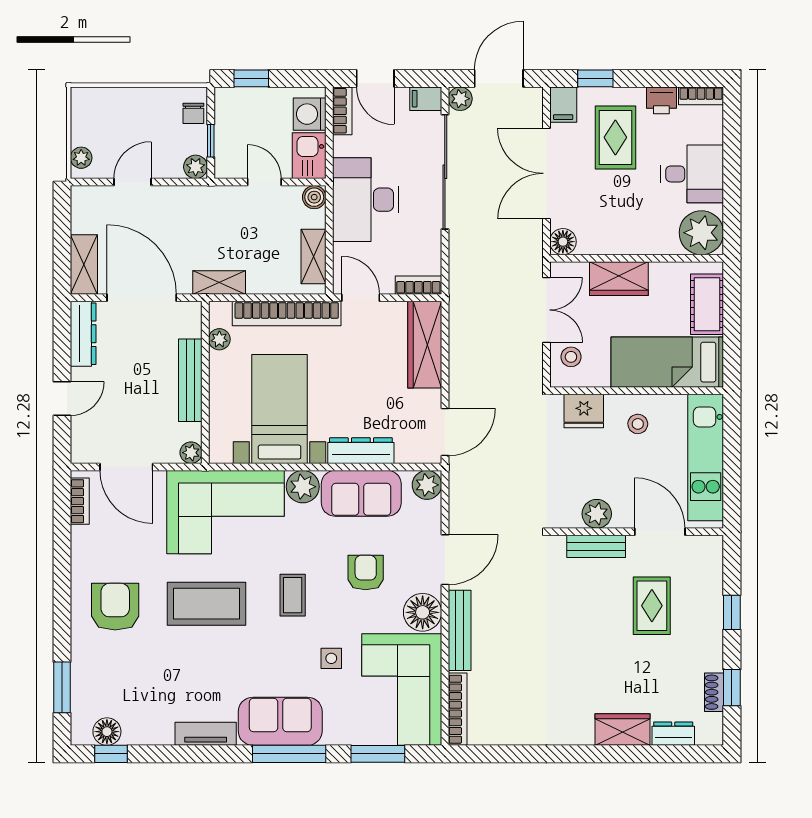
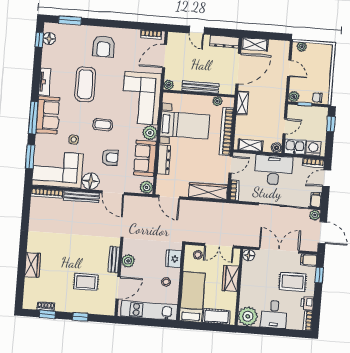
coffee table: (206, 604) -> (85, 84), moved
armchair: (115, 607) -> (104, 46), turned 90
dresser: (673, 734) -> (29, 287), removed

